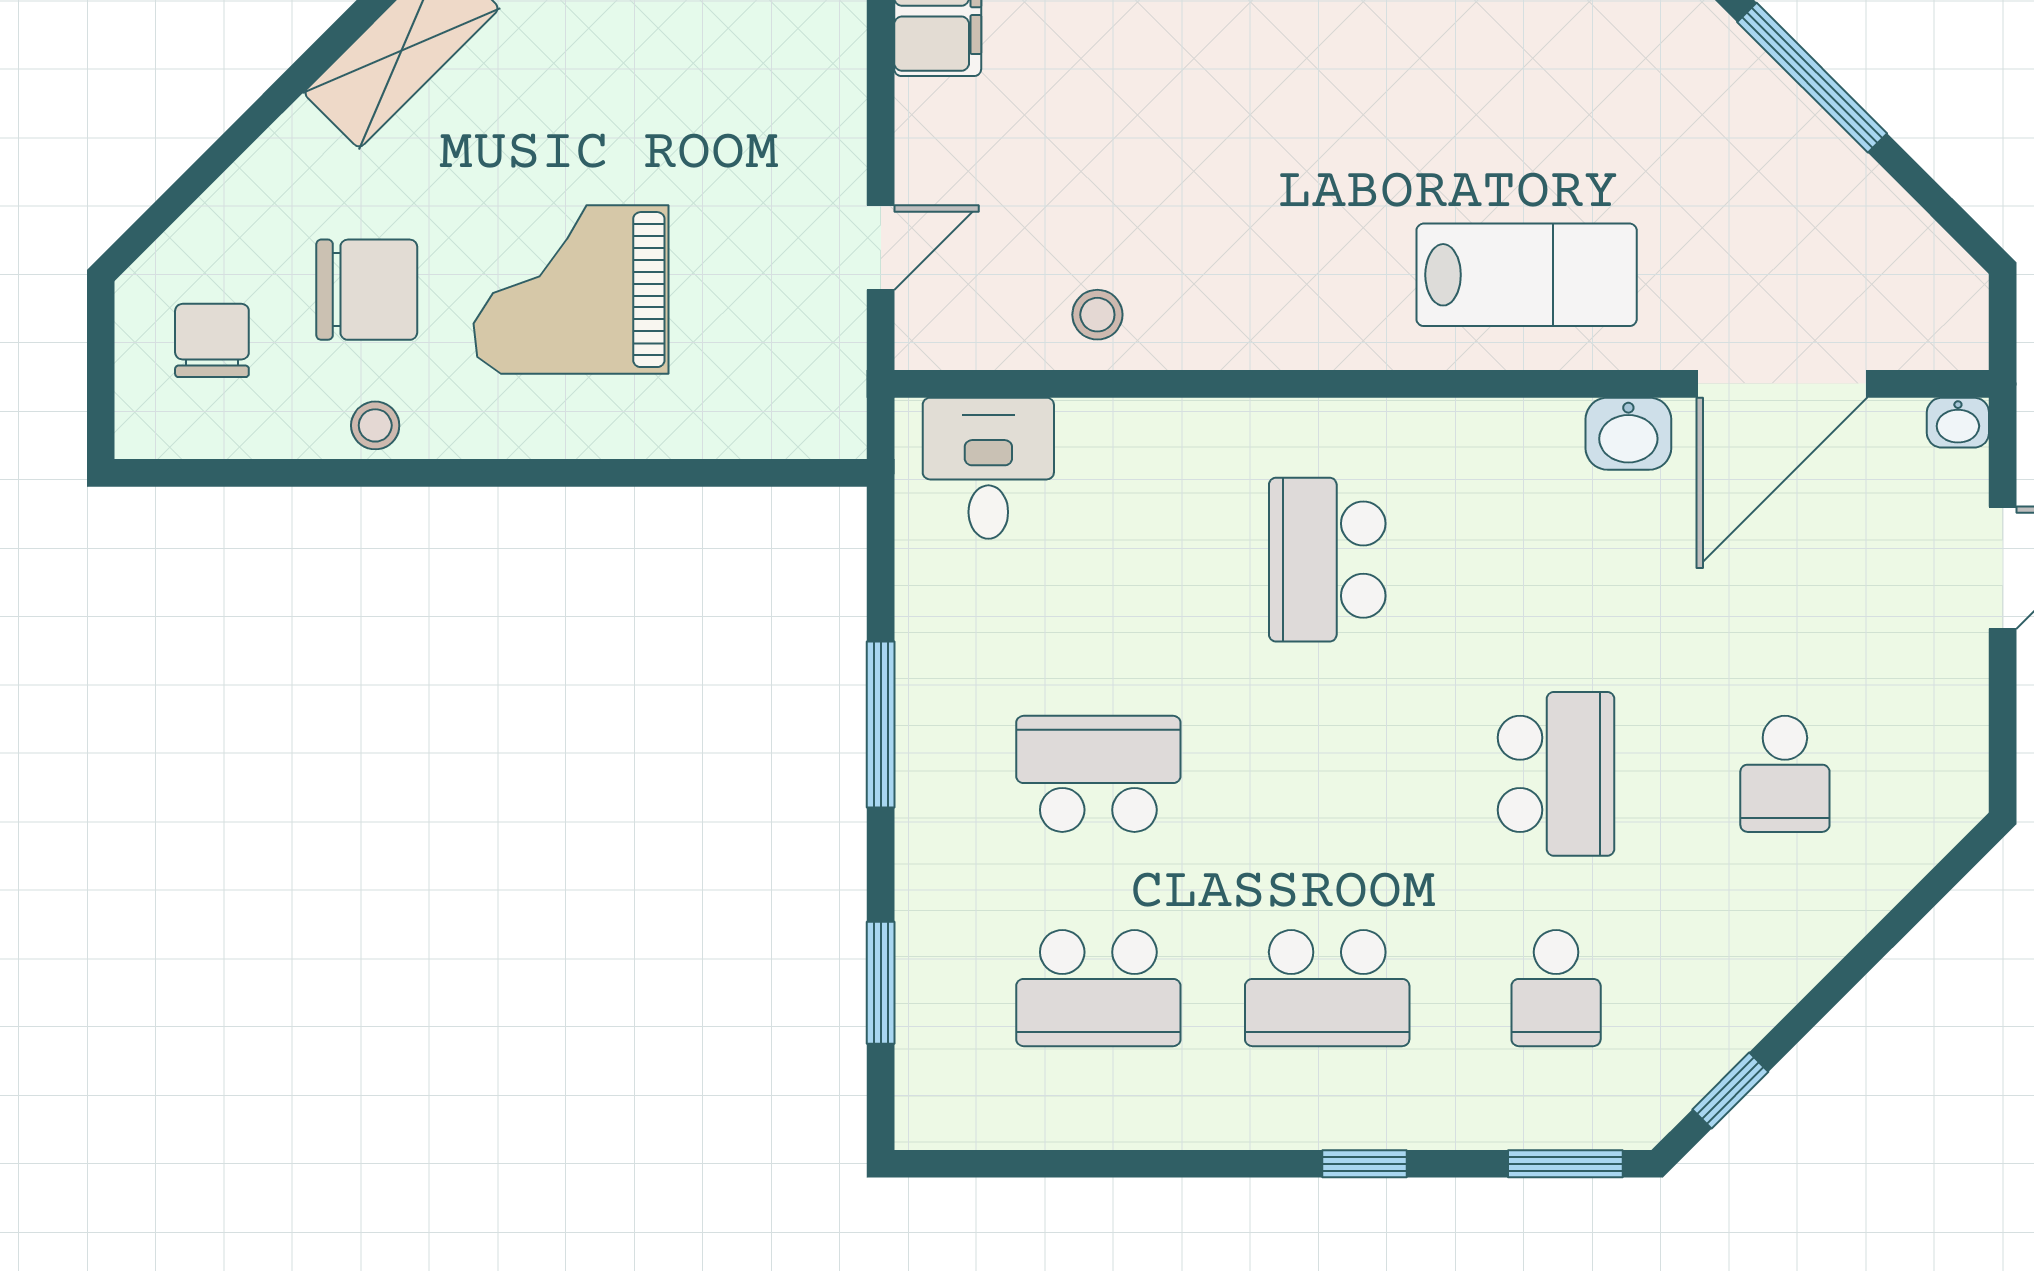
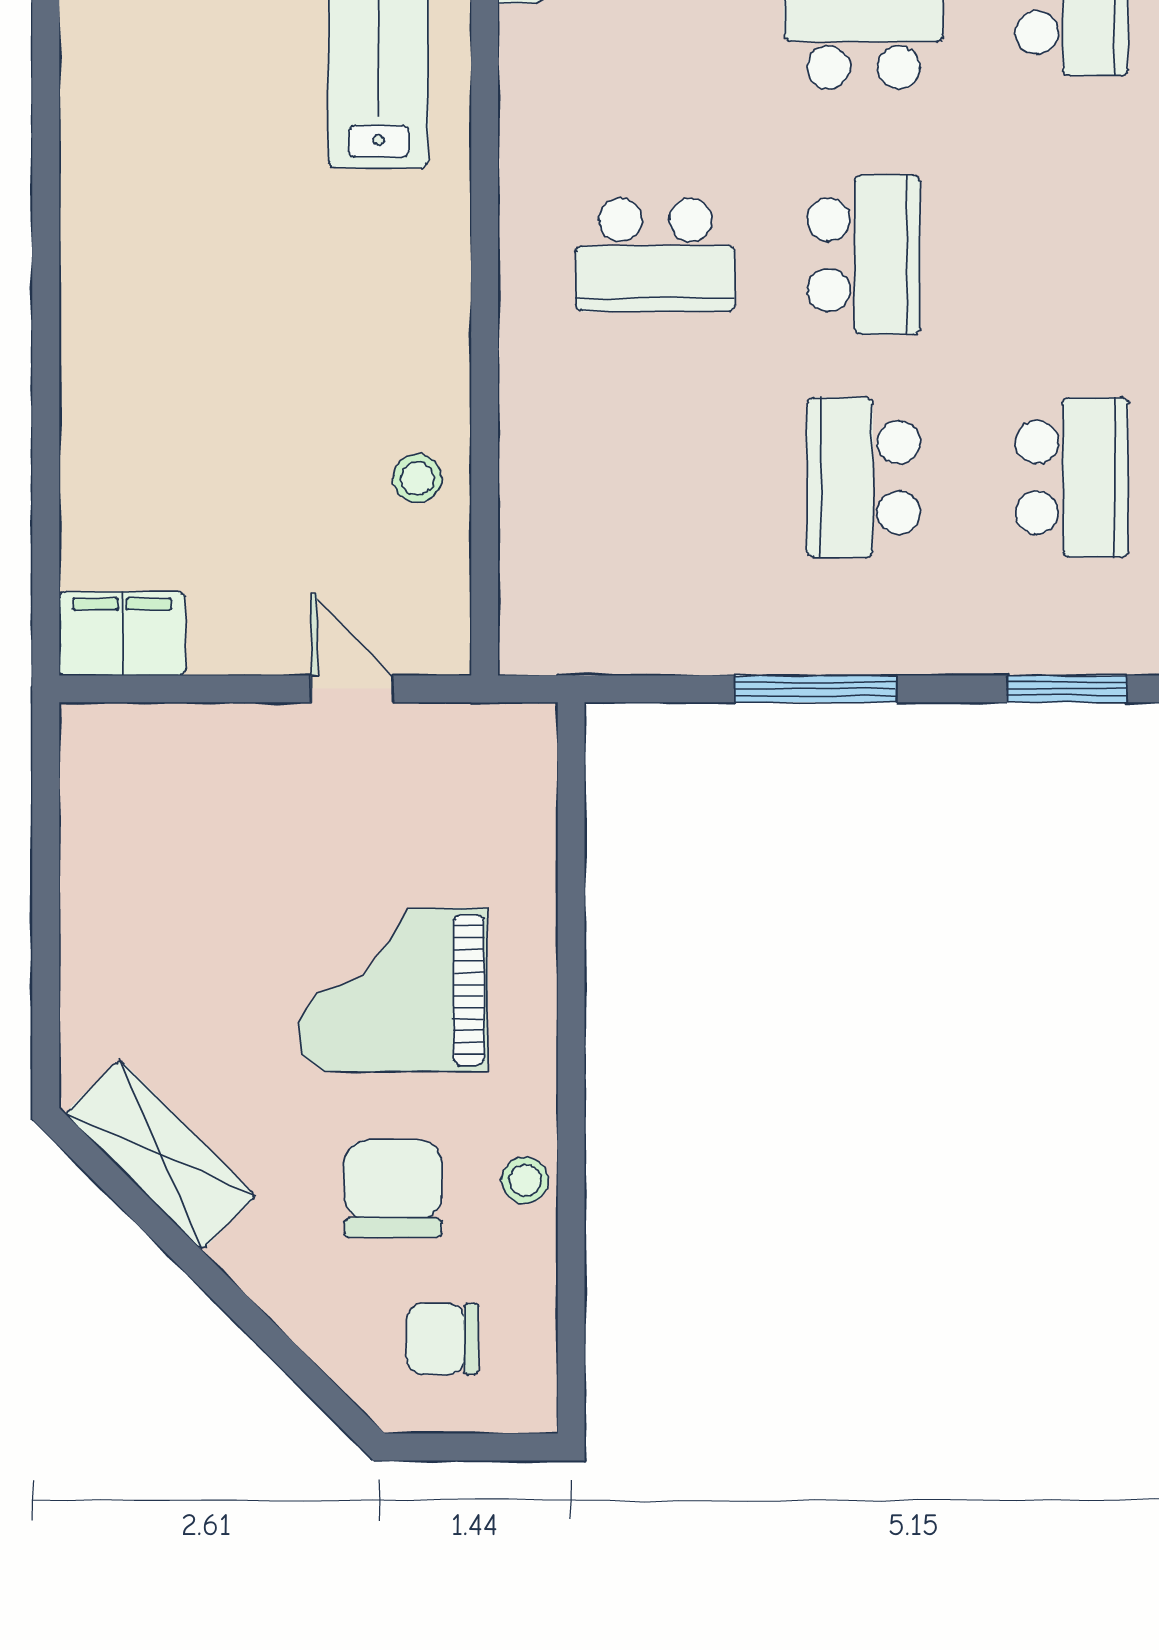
grand piano: (571, 290) -> (393, 990), turned 90
desk: (988, 468) -> (567, 584), removed
school desk: (1327, 988) -> (864, 255), moved

